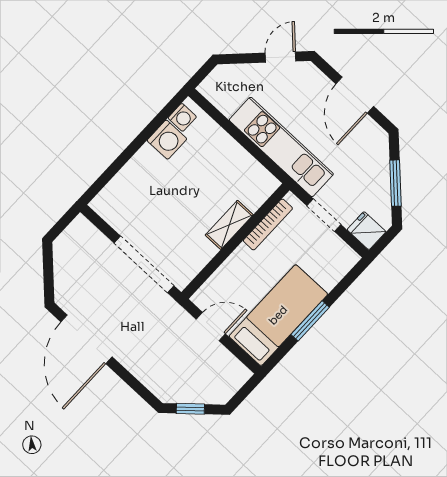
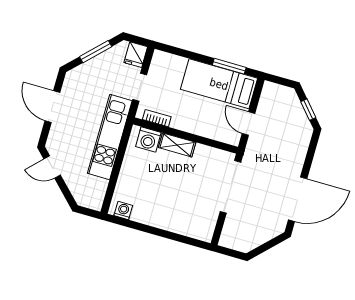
door: (355, 95) -> (52, 107), swing flipped
washing machine: (167, 140) -> (148, 140), moved, turned 180
bookcase: (268, 224) -> (157, 118), width x0.64
window: (310, 321) -> (229, 66), moved

